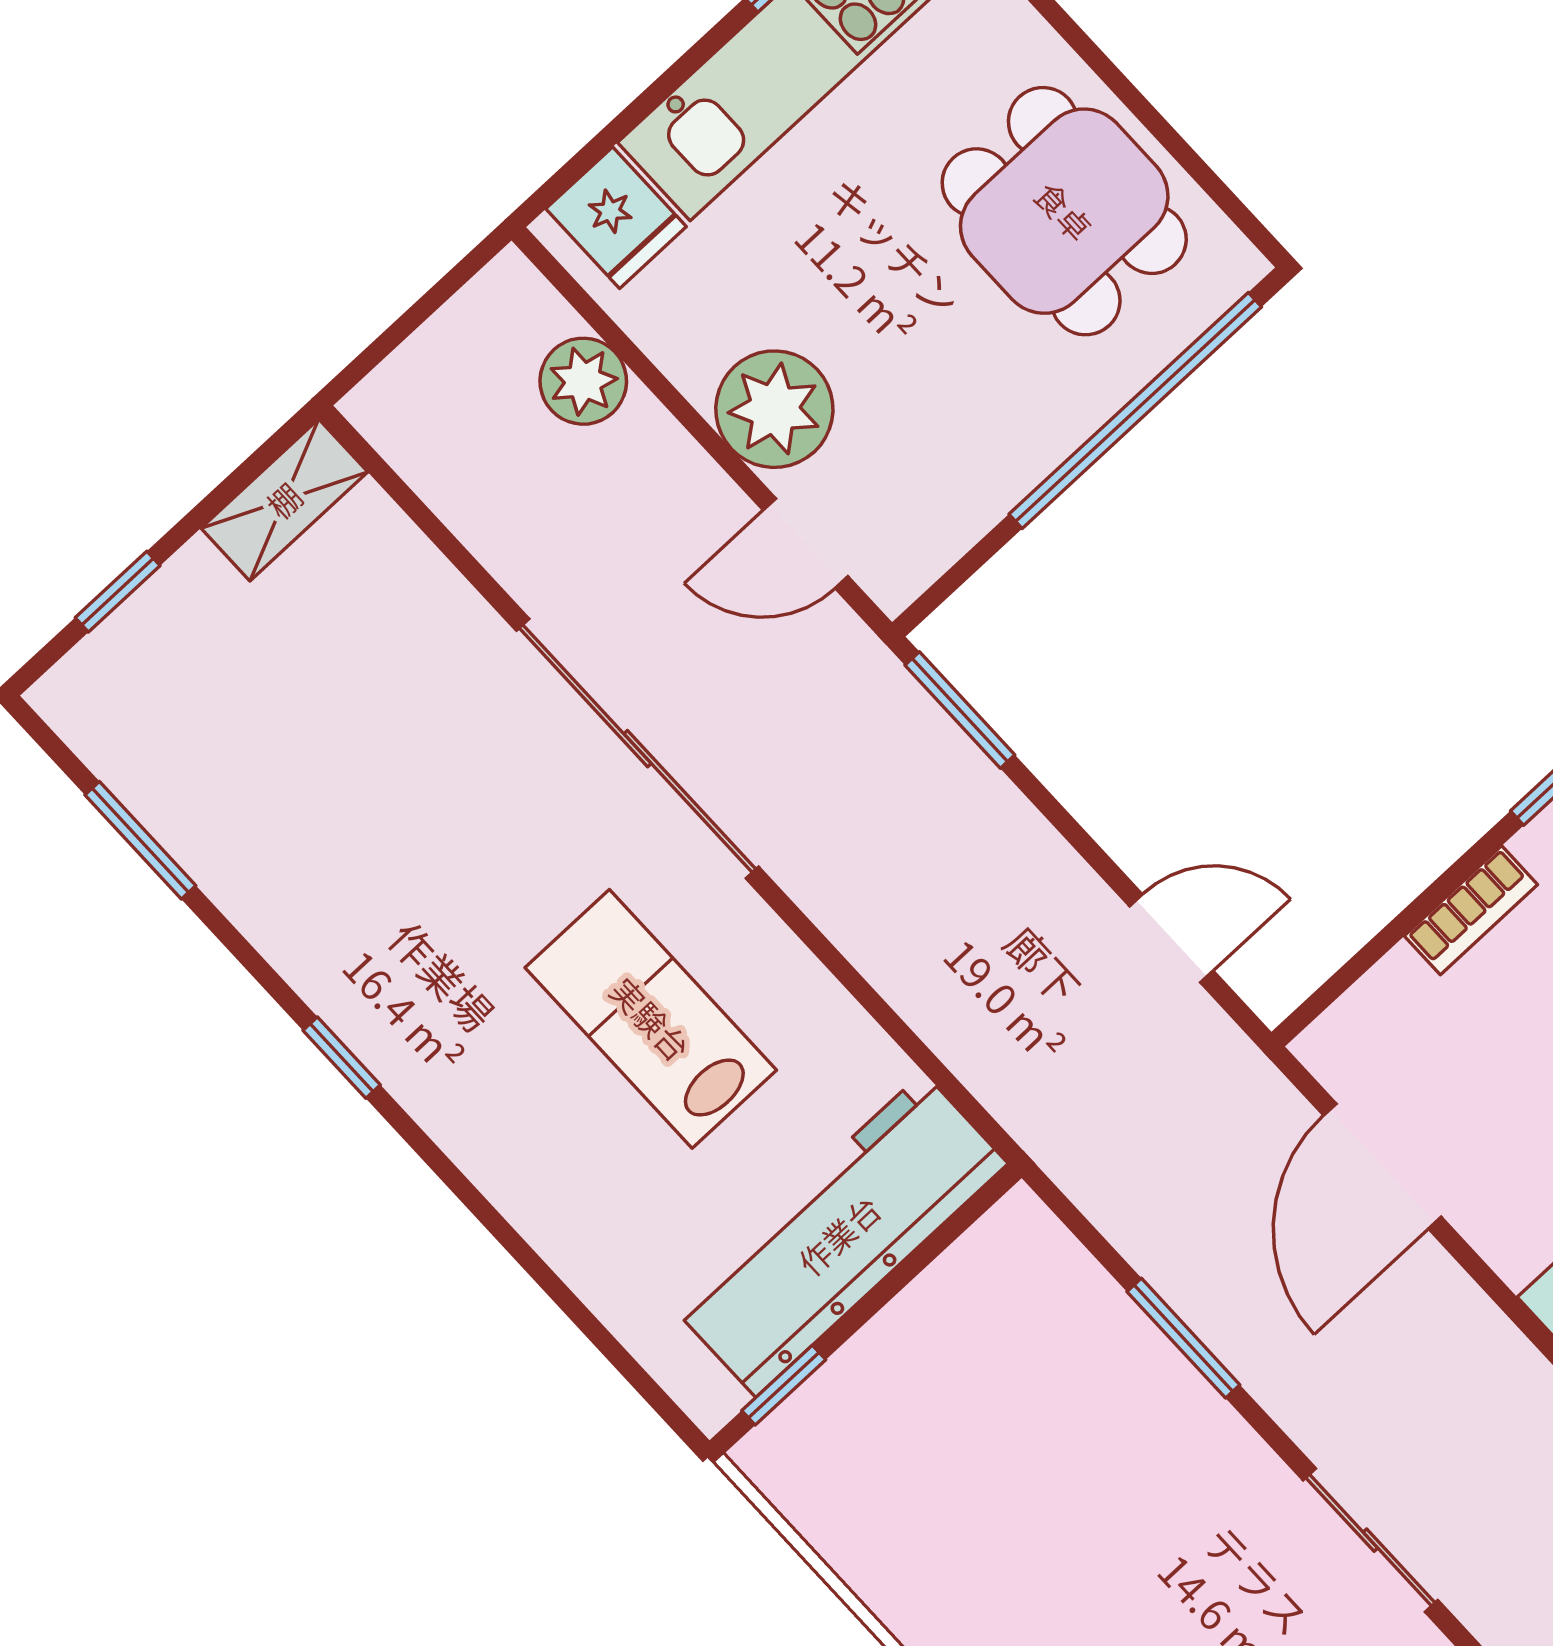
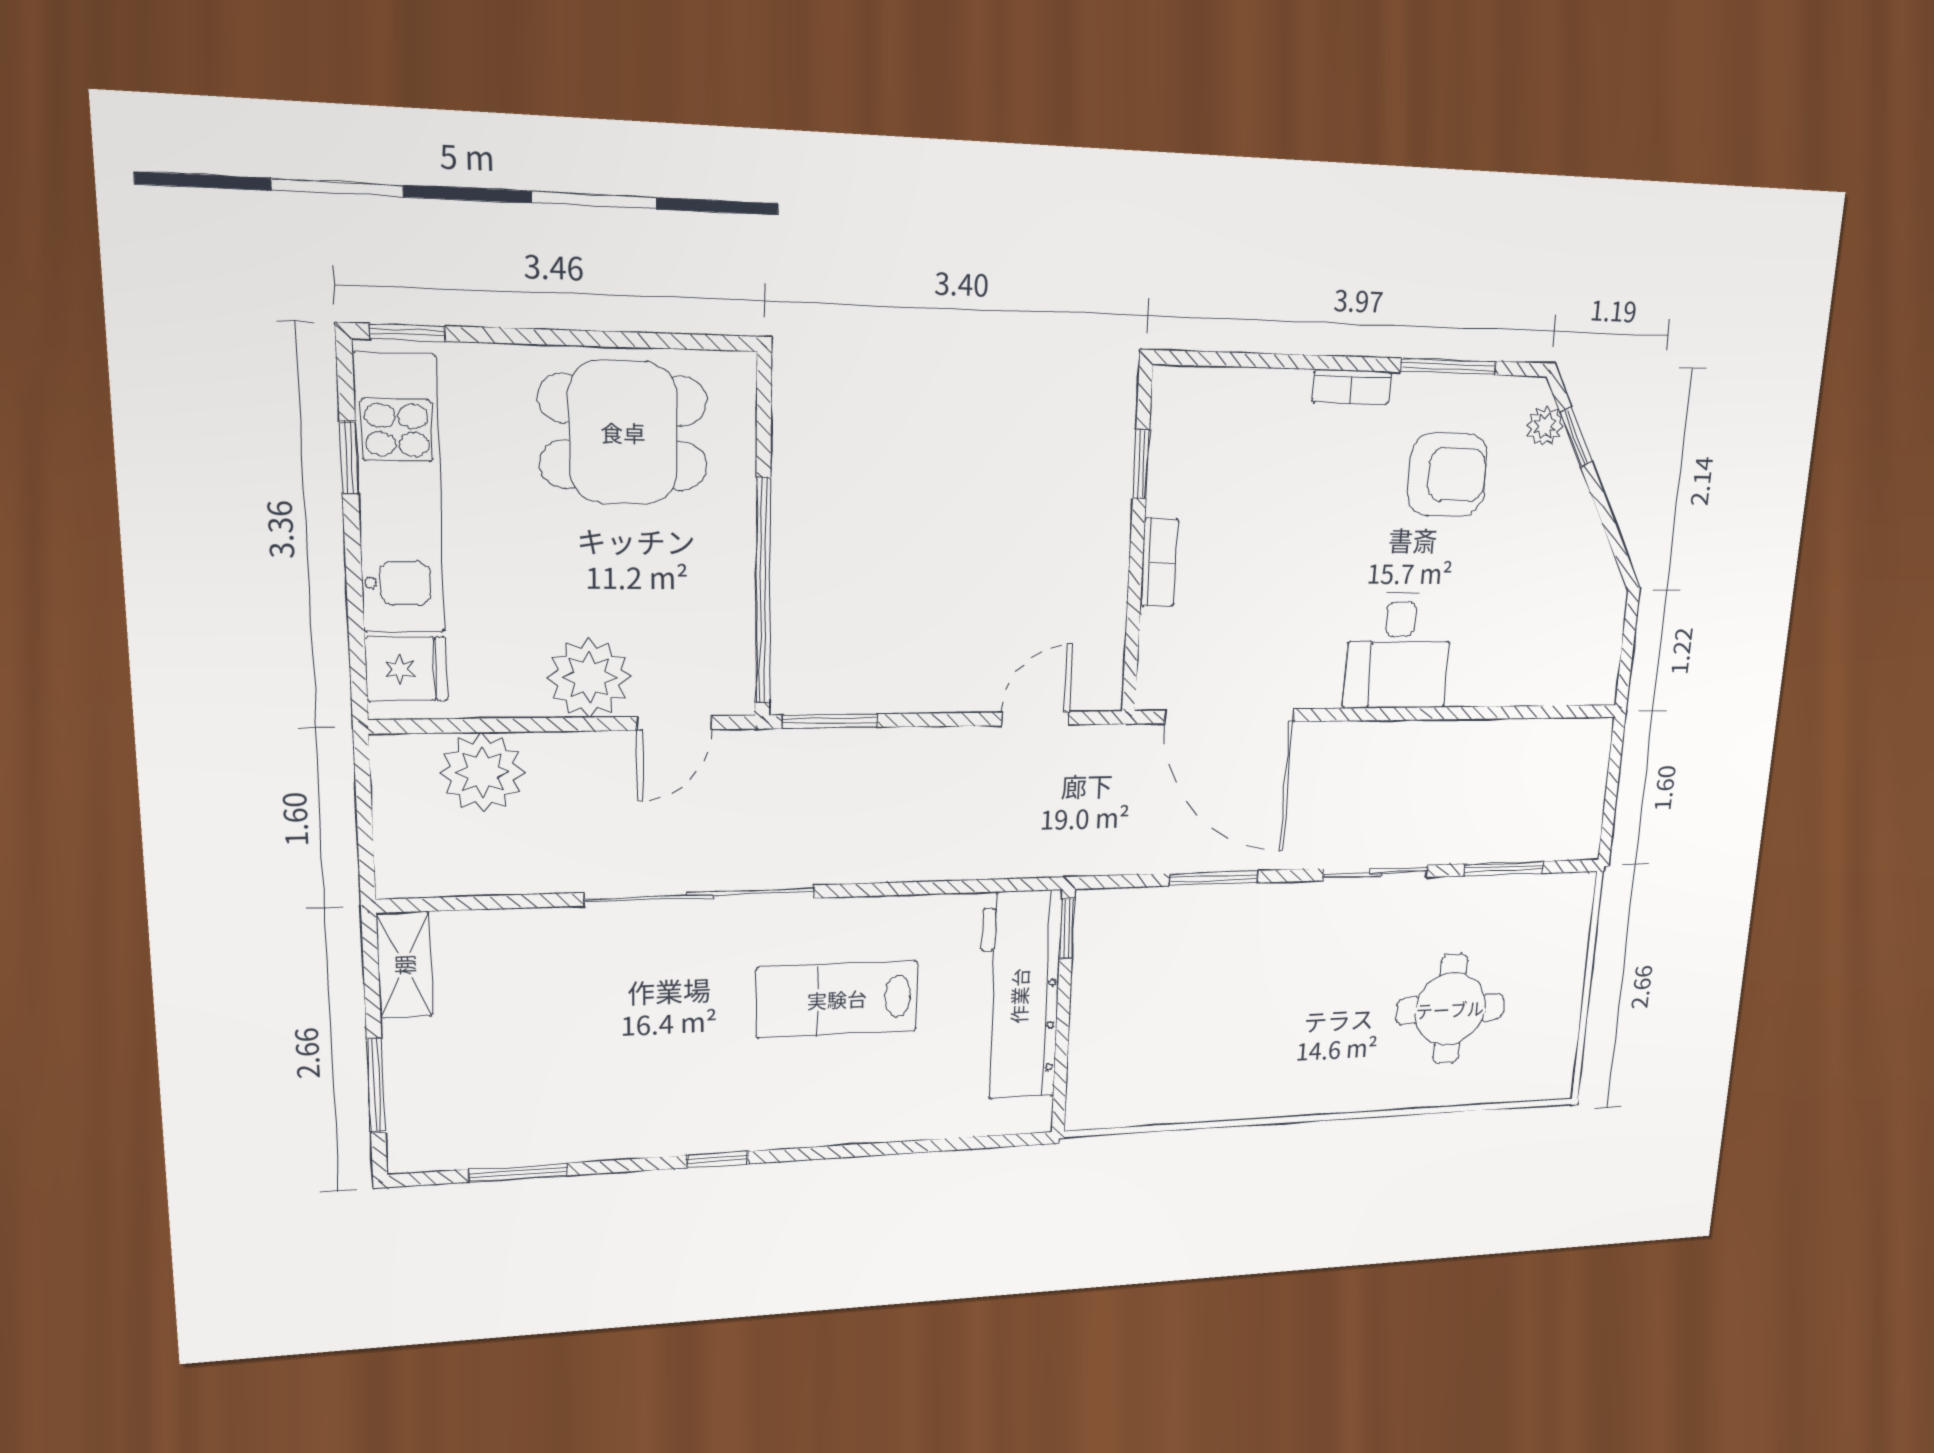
plant: (583, 381) -> (482, 773), width x1.36, depth x1.36
window: (1135, 410) -> (763, 591), moved
window: (118, 592) -> (376, 1086), width x1.50
door: (1382, 1166) -> (1230, 716), width x1.36
window: (784, 1385) -> (1067, 929), moved

